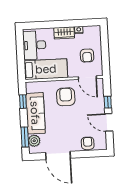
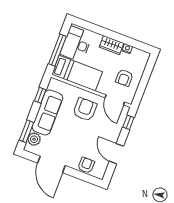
window: (21, 57) -> (57, 50), added
window: (108, 102) -> (128, 122), moved

